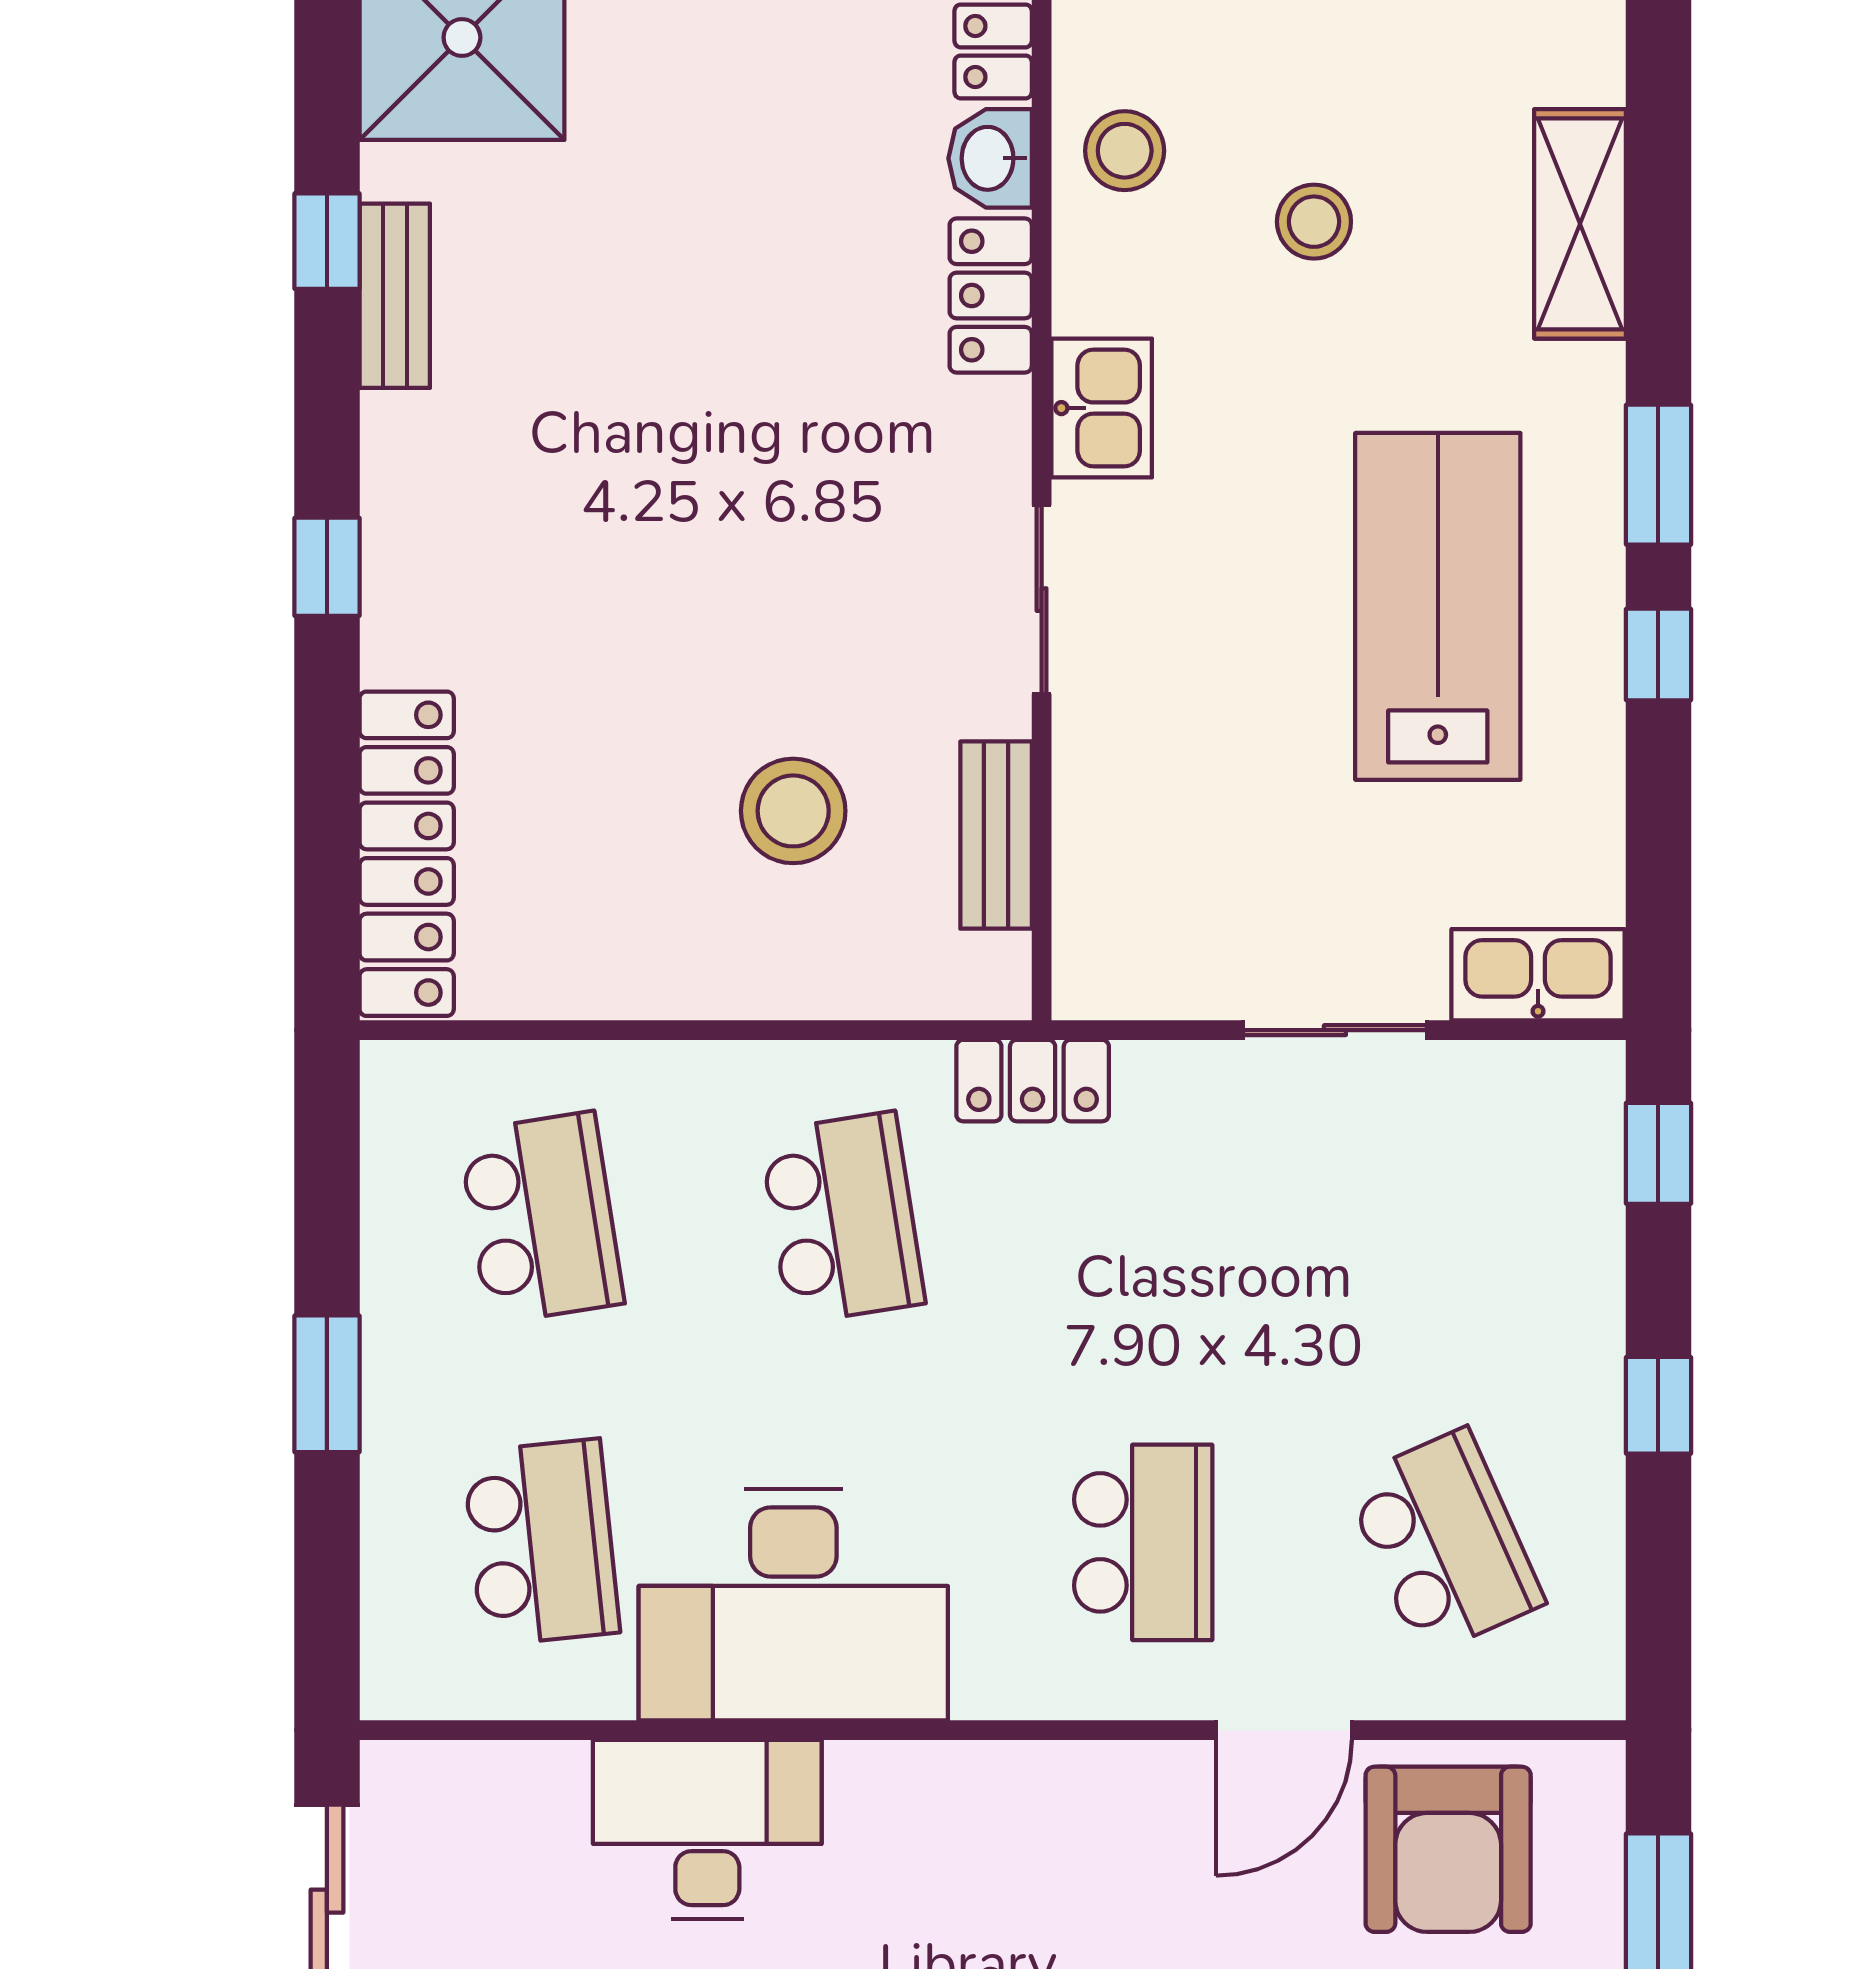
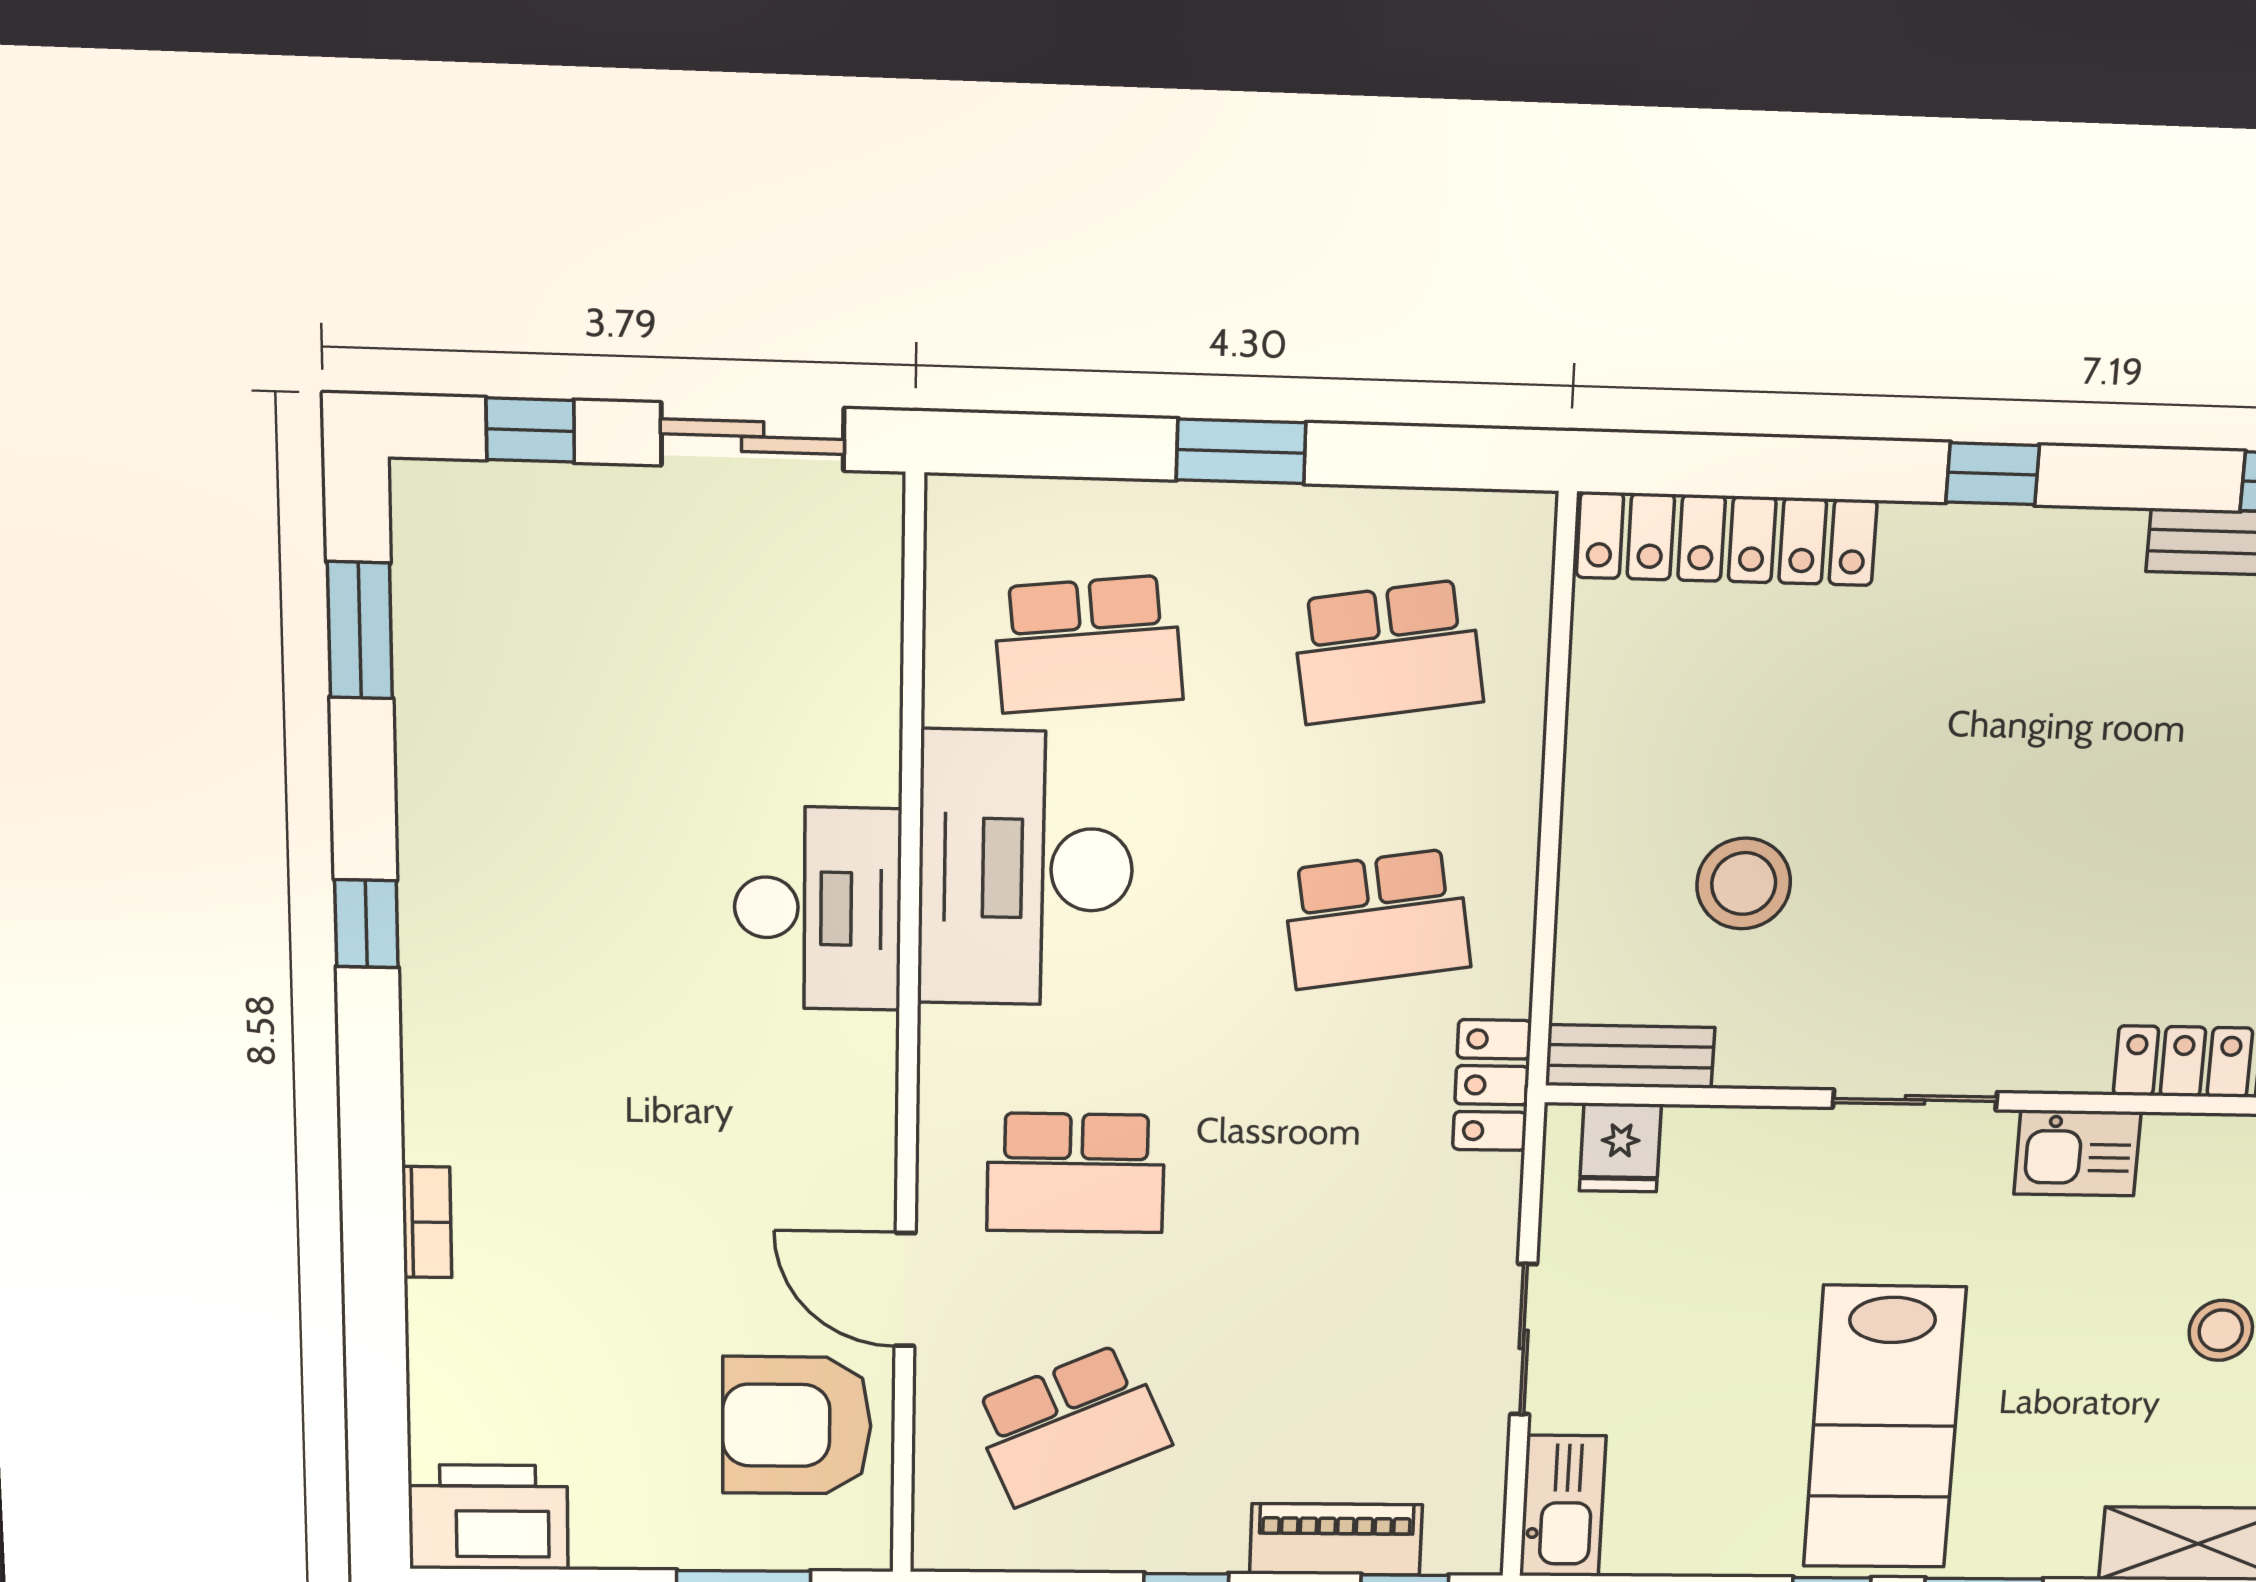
lab bench: (1438, 606) -> (1884, 1427), turned 90
bench: (996, 835) -> (1630, 1056), moved
fridge: (1103, 932) -> (1620, 1147), added
piano: (1582, 1235) -> (1336, 1539), added
desk: (707, 1830) -> (818, 908), moved

